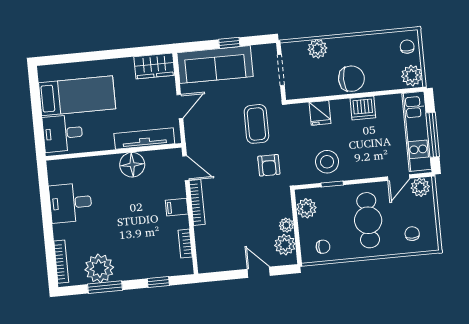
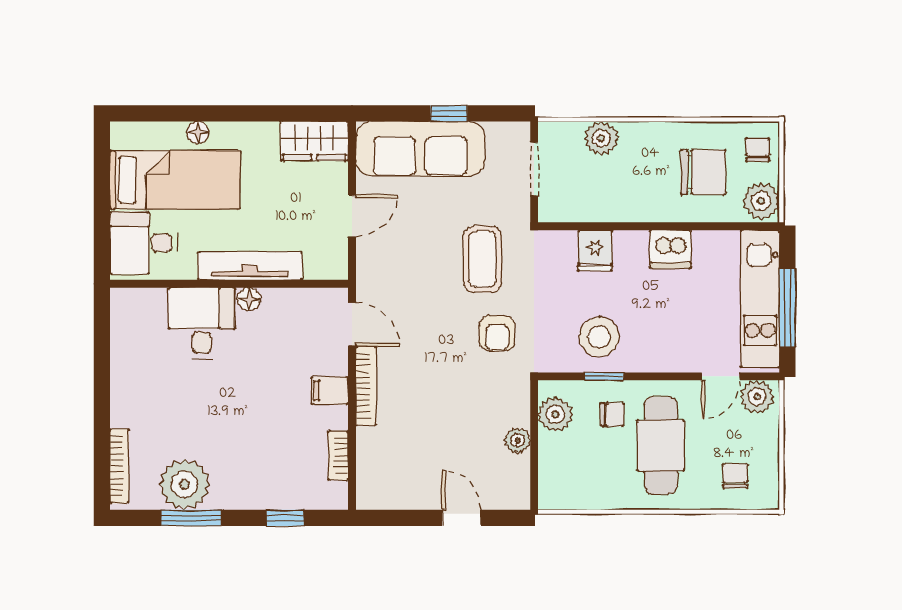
floor lamp: (88, 68) -> (198, 132), added
chair: (351, 79) -> (703, 172), moved
tv unit: (144, 139) -> (250, 266), moved
floor lamp: (132, 165) -> (249, 299), width x0.53, depth x0.53
desk: (71, 203) -> (202, 323), moved, turned 90
plant: (285, 245) -> (512, 474), removed
chair: (323, 247) -> (612, 415), moved

